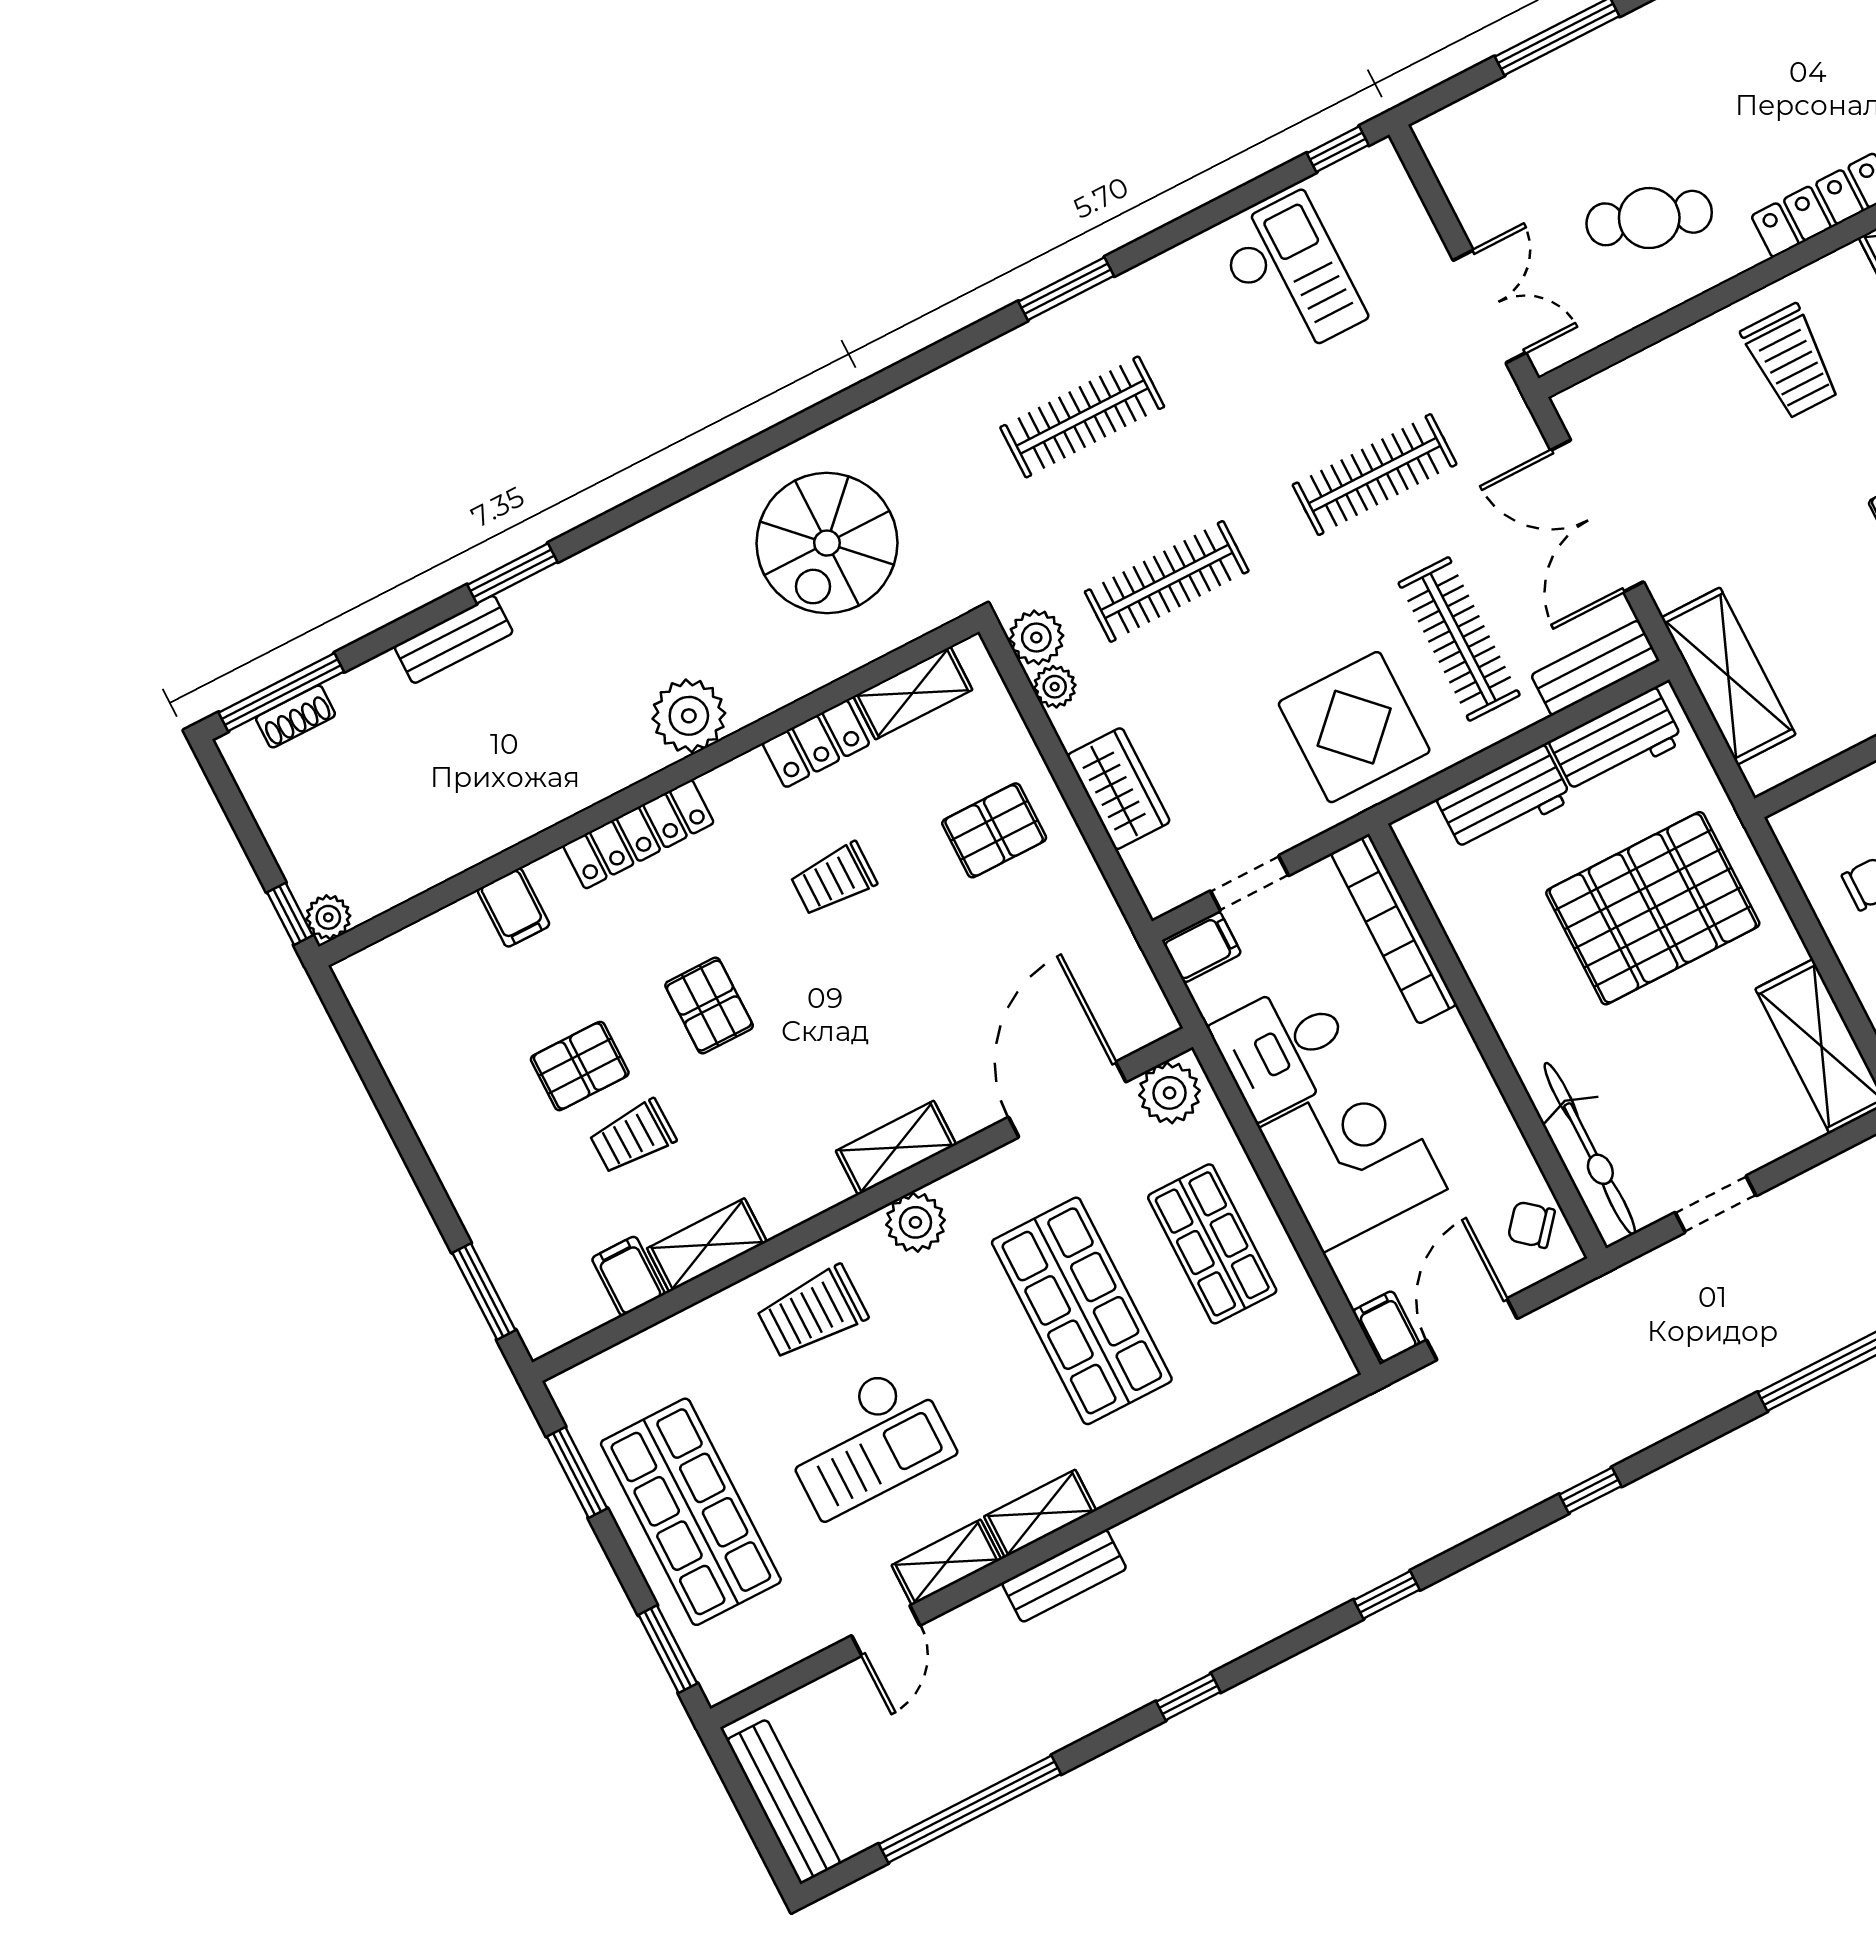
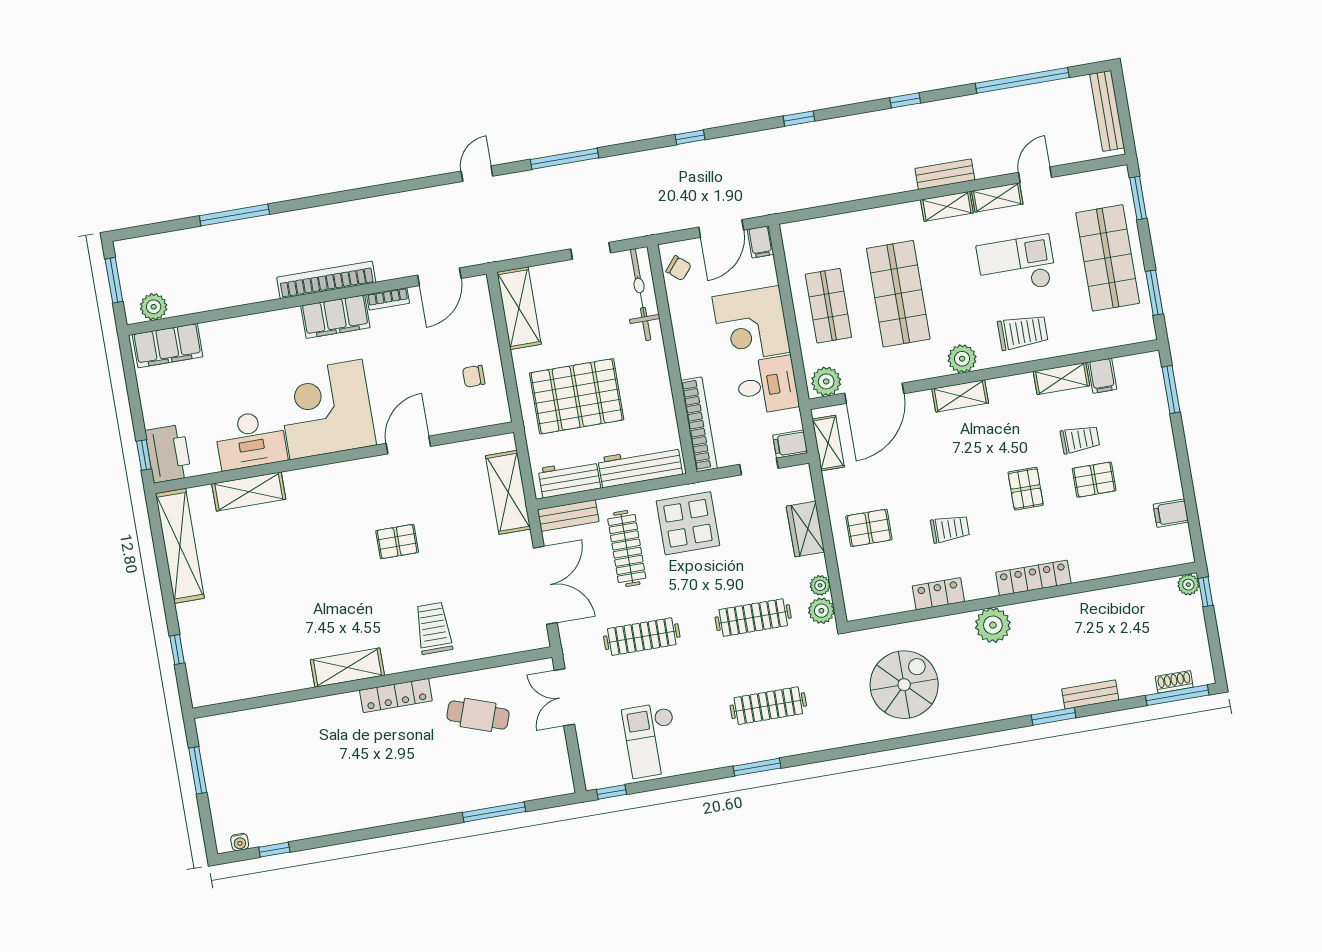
shelving: (913, 693) -> (828, 443), moved, turned 90
workbench: (1504, 799) -> (640, 466), width x1.38
filing cabinet: (513, 908) -> (1171, 513), moved, turned -90

